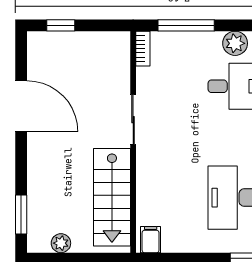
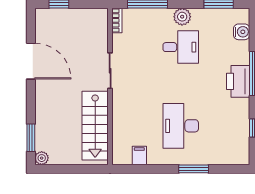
filing cabinet: (151, 240) -> (139, 156), moved
plant: (61, 243) -> (42, 158), moved

